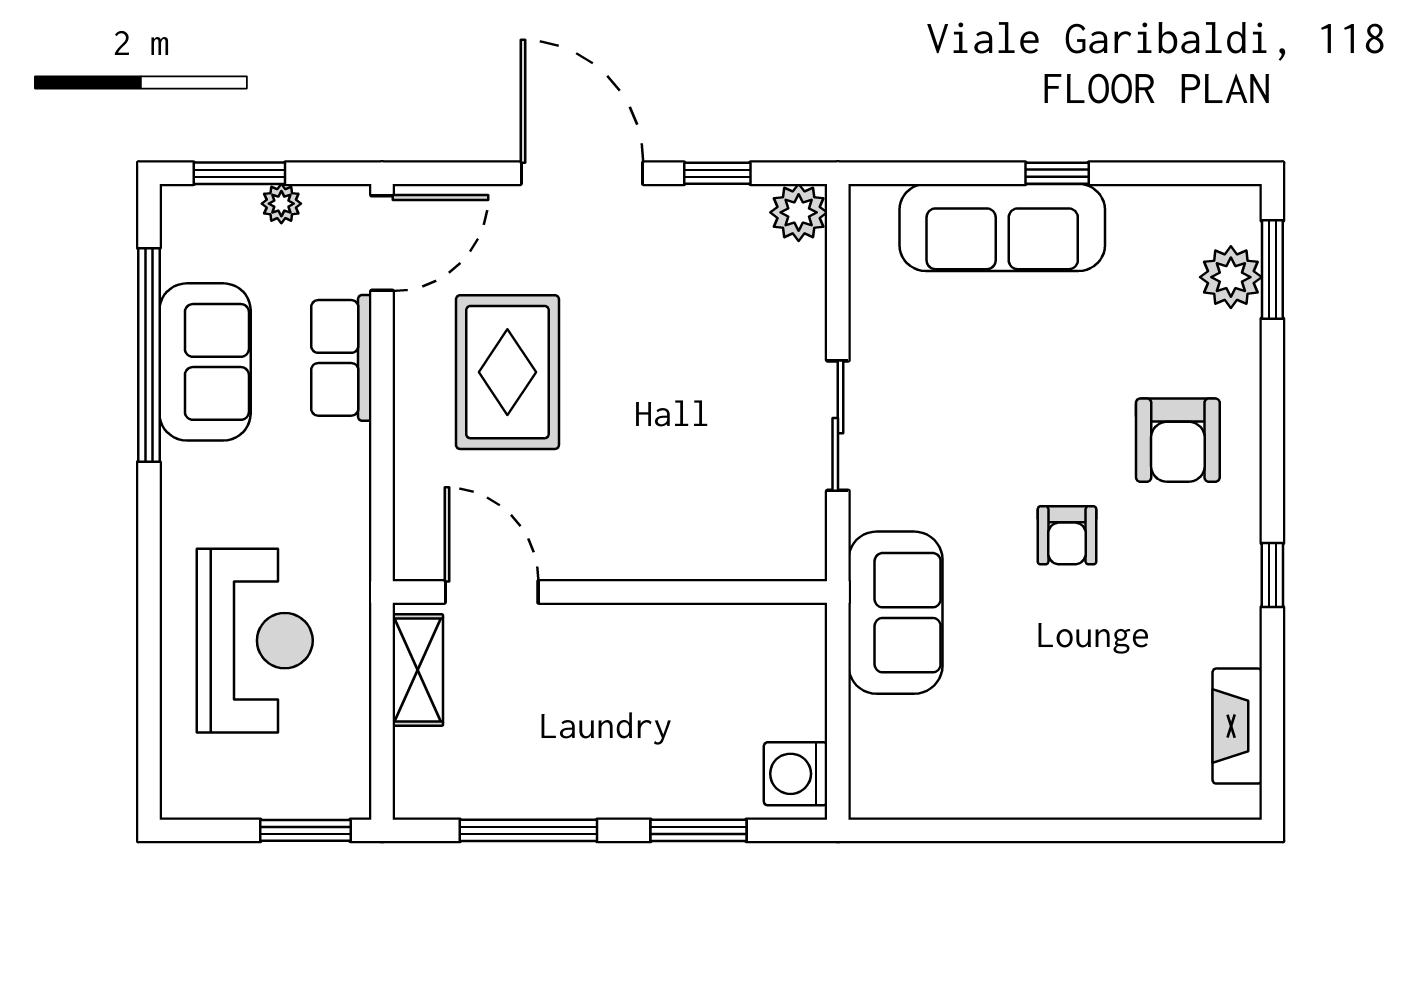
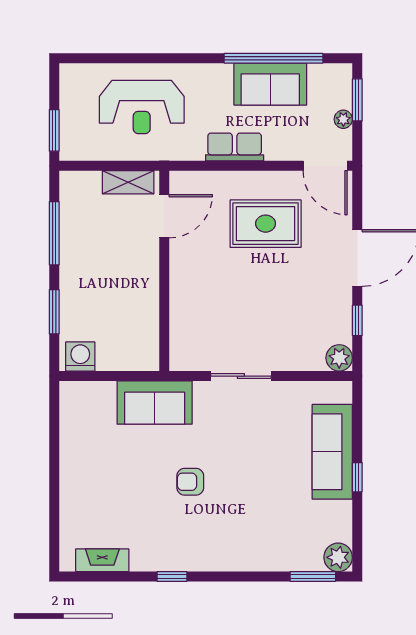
plant: (1231, 277) -> (338, 557), moved
row of seats: (341, 358) -> (235, 147), moved
armchair: (1178, 440) -> (234, 533), removed

